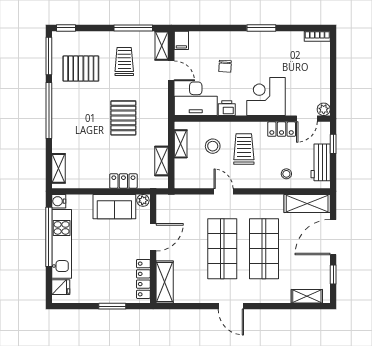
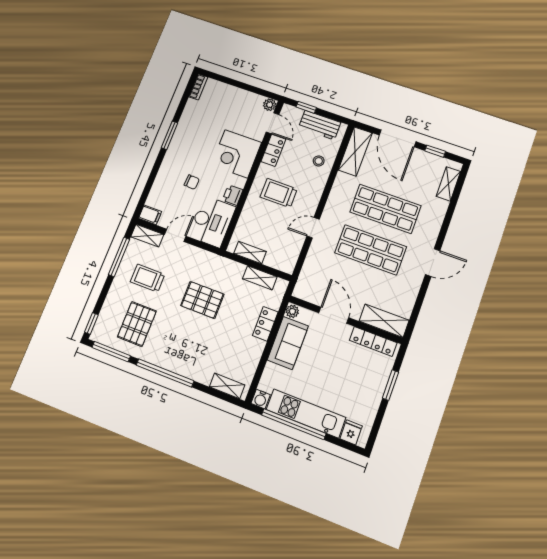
stool: (213, 146) -> (264, 222), removed

